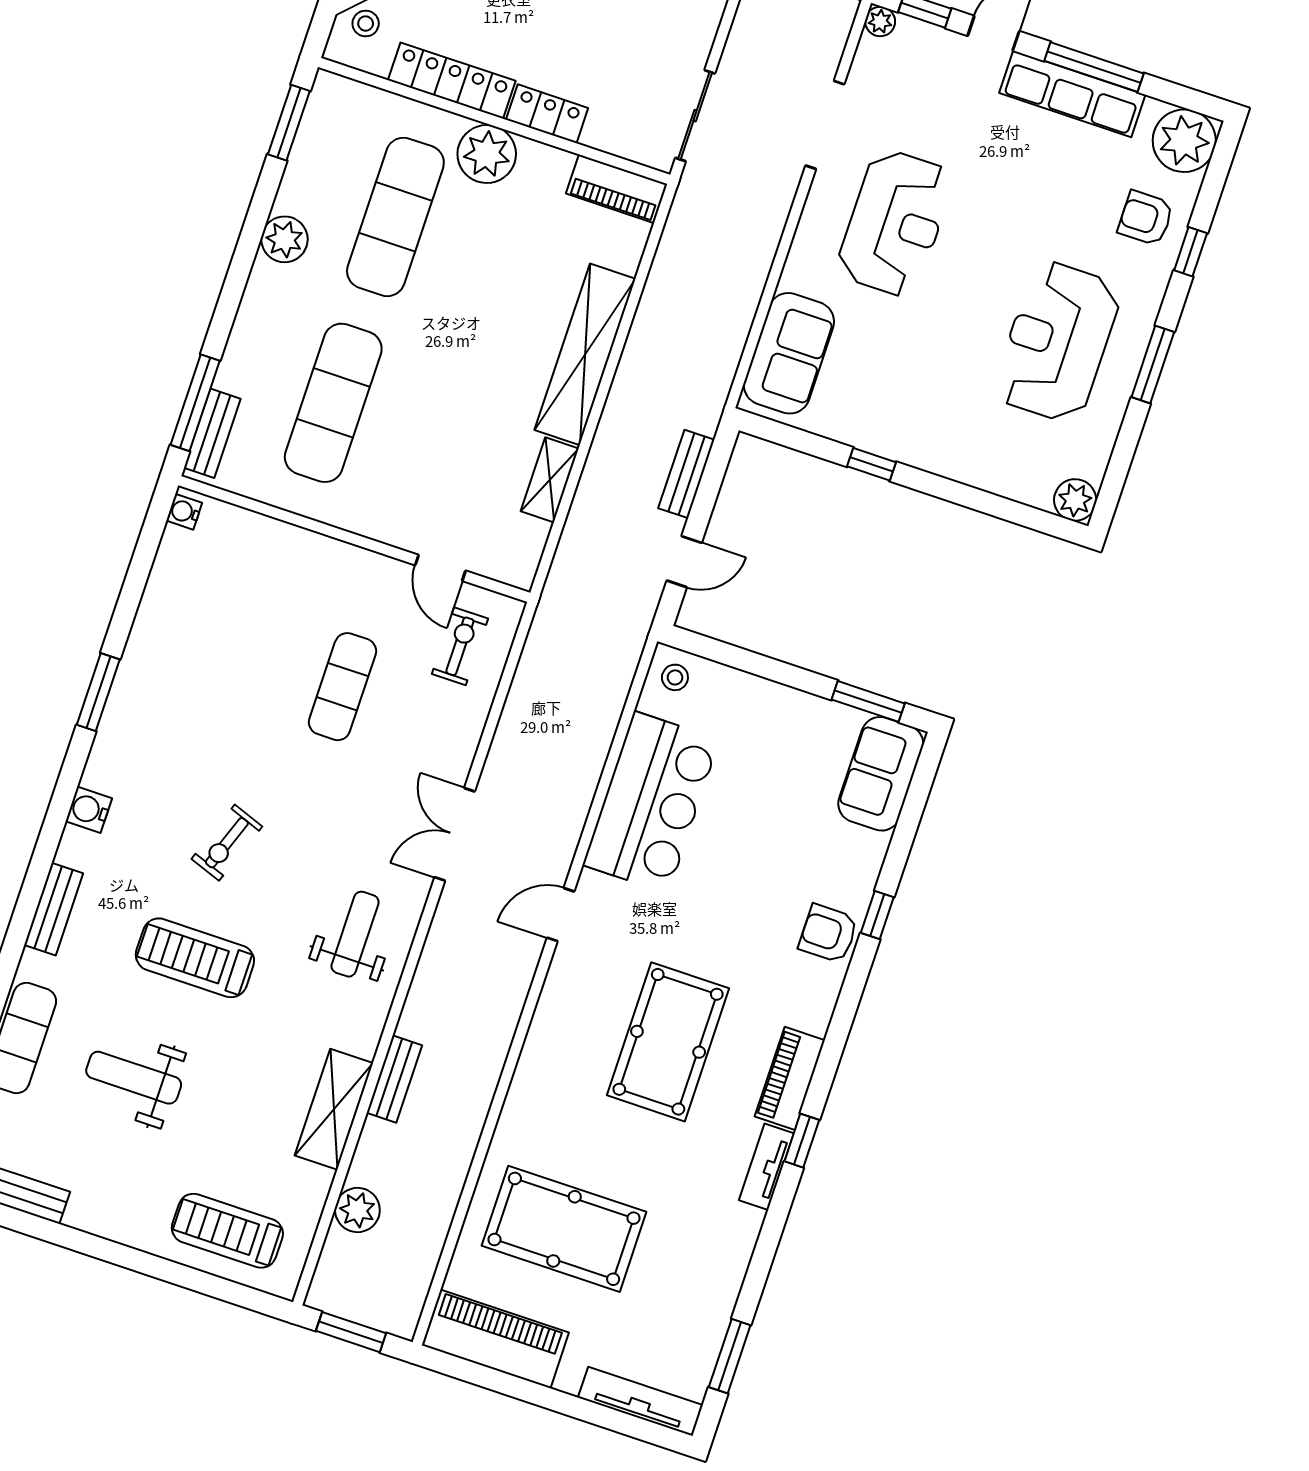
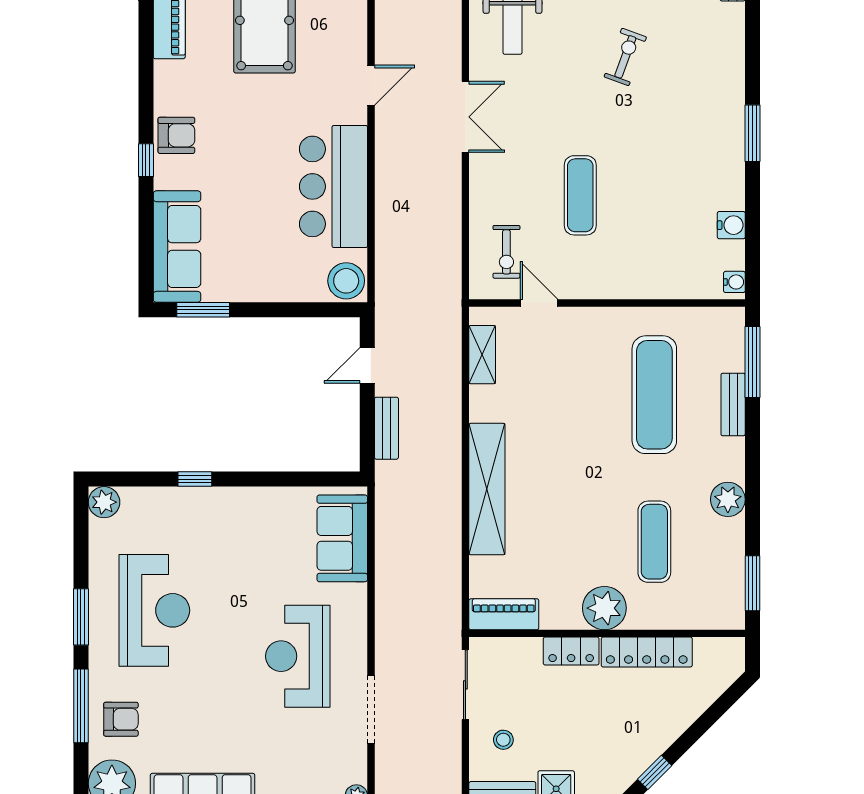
stool: (366, 24) -> (503, 740), moved
exercise mat: (395, 217) -> (654, 542), width x0.73, depth x0.69
window: (1191, 252) -> (81, 706), width x2.17
bench: (212, 433) -> (733, 405), moved
window: (872, 464) -> (195, 479), moved
shelving: (550, 480) -> (482, 355), moved
stool: (675, 677) -> (346, 281), width x1.89, depth x1.89
sofa: (881, 774) -> (177, 247), width x1.36
water cooler: (89, 810) -> (731, 225), moved

